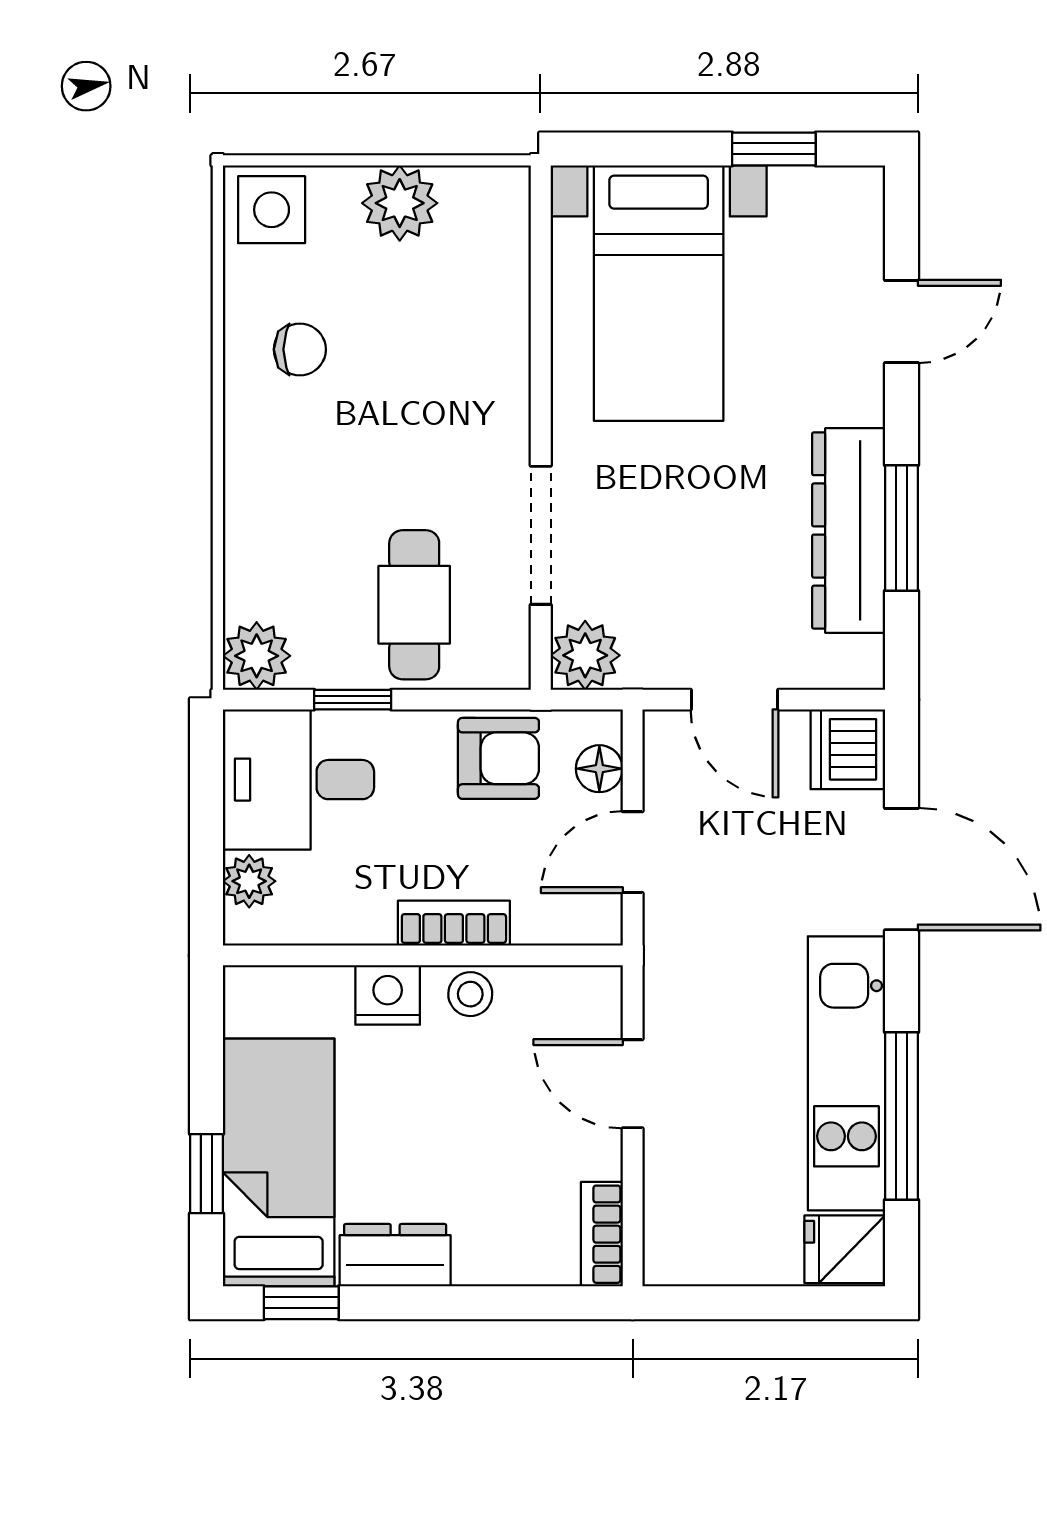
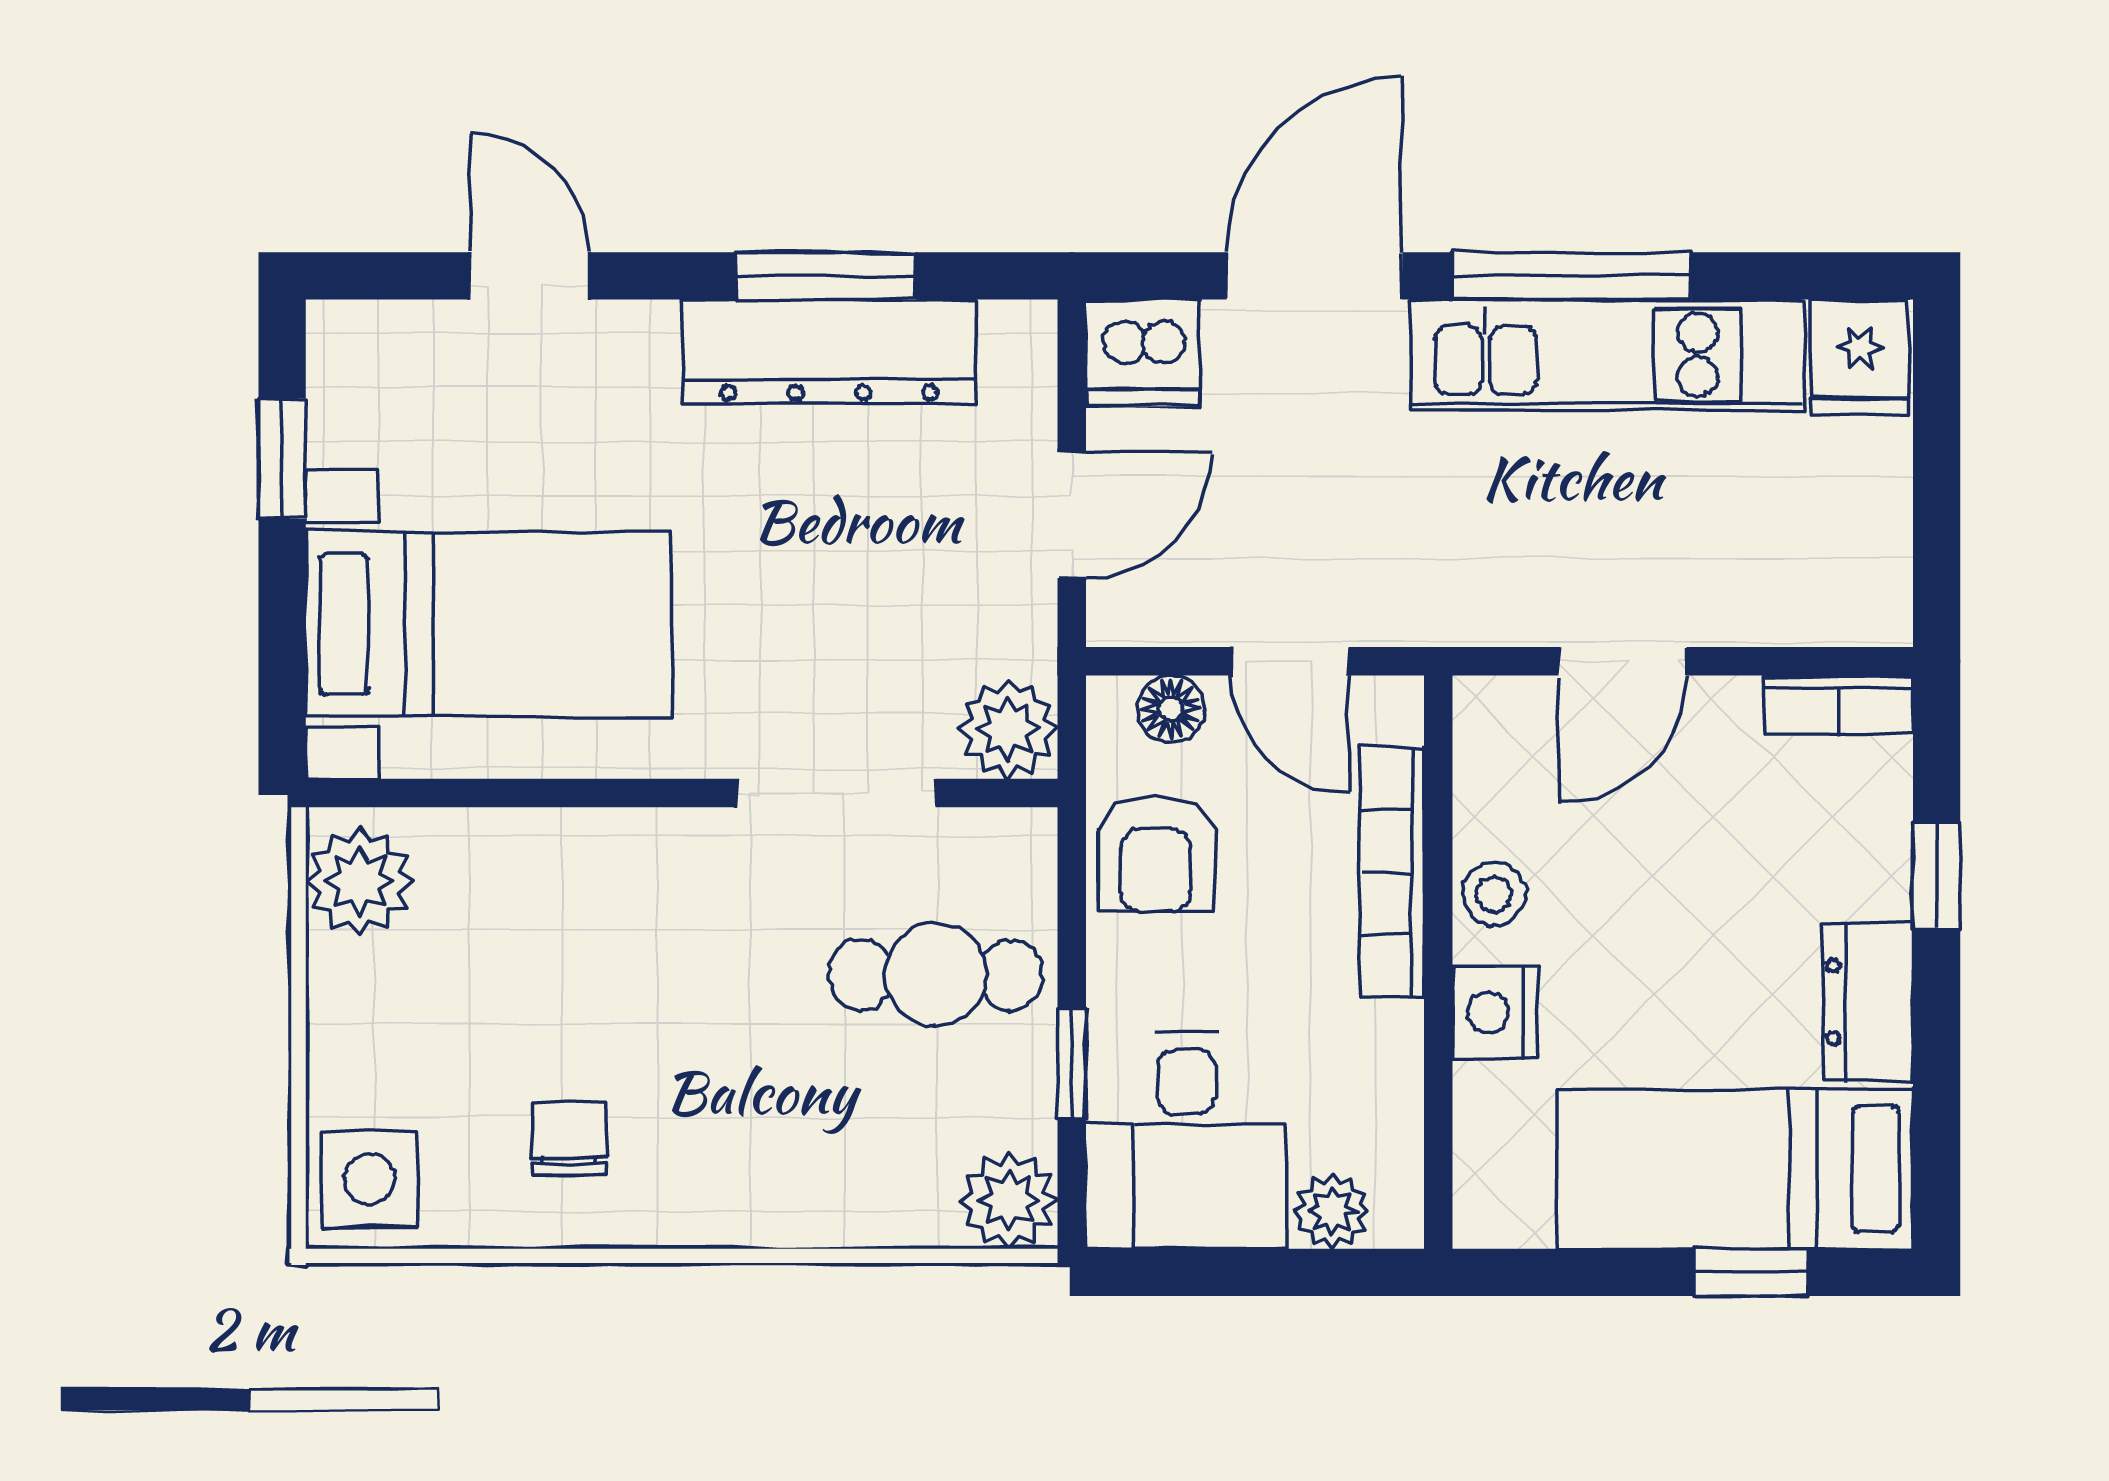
plant: (400, 203) -> (360, 882), moved
armchair: (498, 758) -> (1156, 854), turned 180
bookcase: (454, 923) -> (1392, 872), width x1.56
window: (901, 1116) -> (1571, 276), moved
window: (301, 1303) -> (1937, 875), moved

